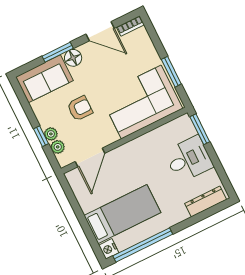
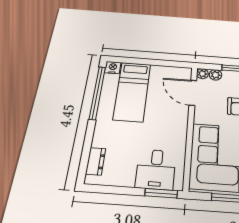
plant: (51, 134) -> (202, 74), moved
desk: (189, 159) -> (156, 169), moved
dresser: (206, 201) -> (96, 161), width x0.70

